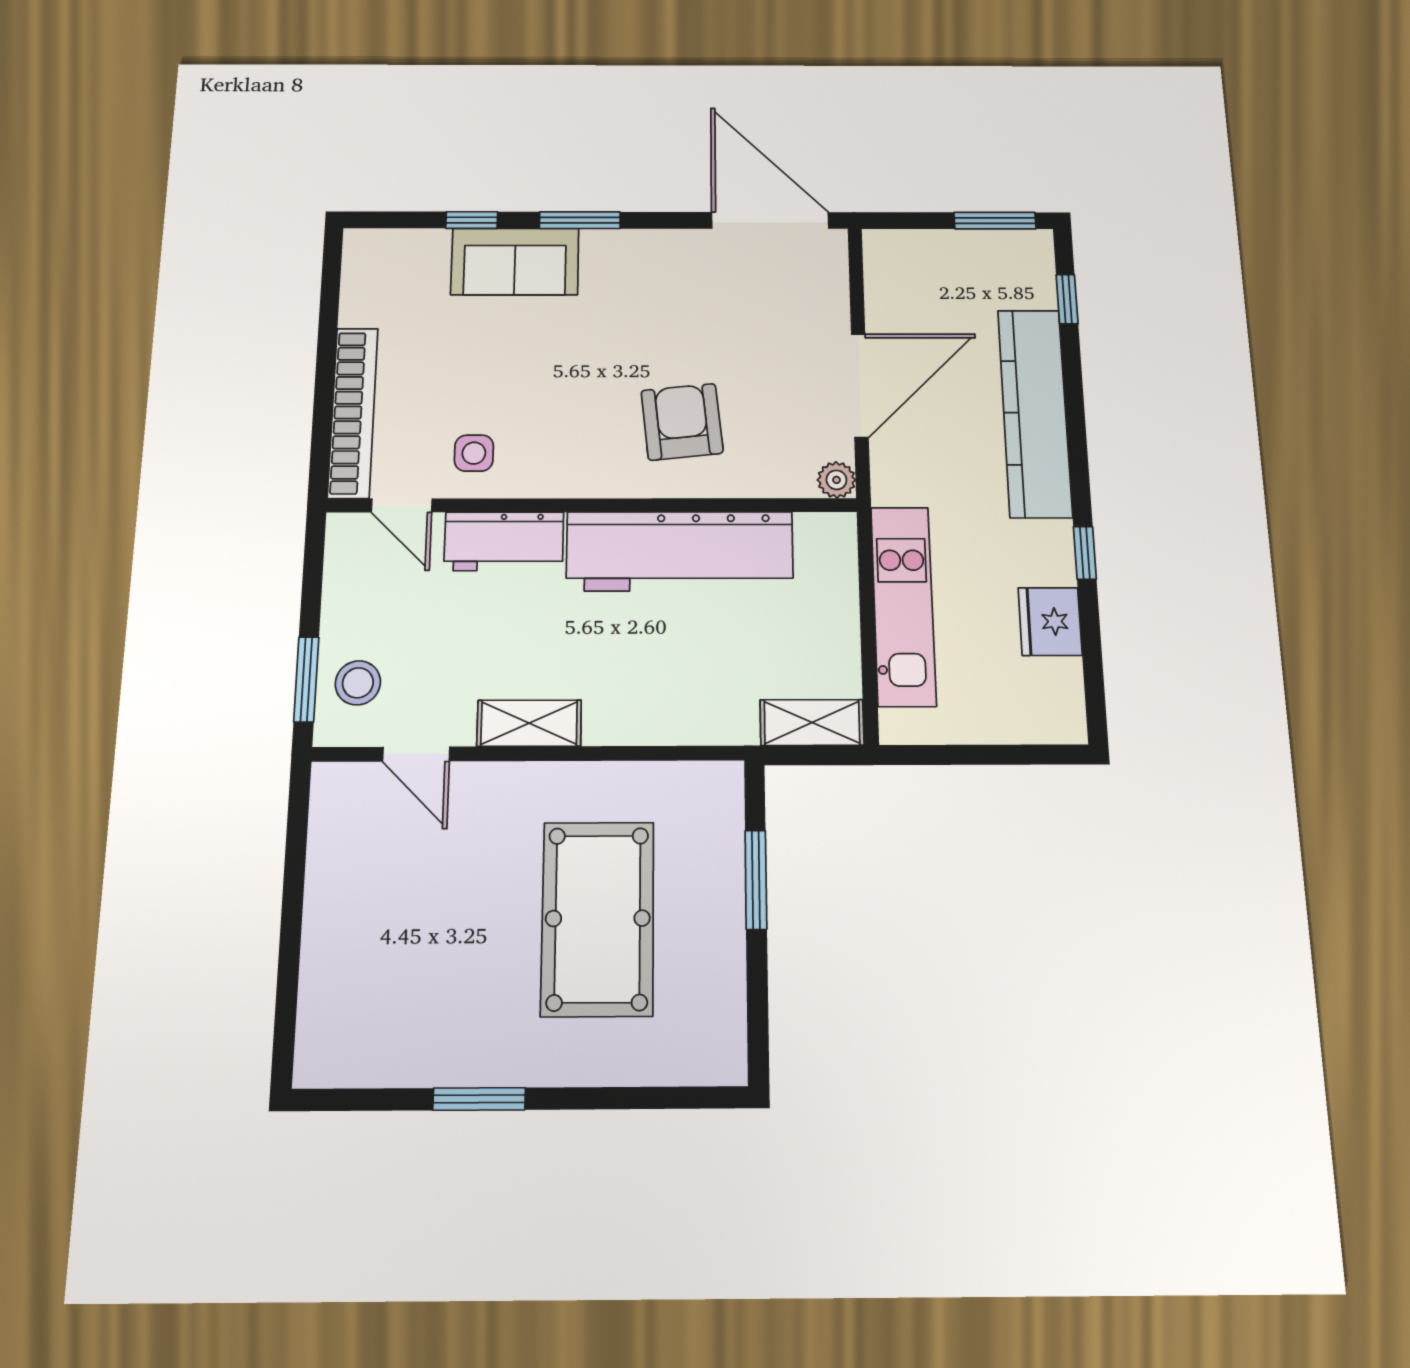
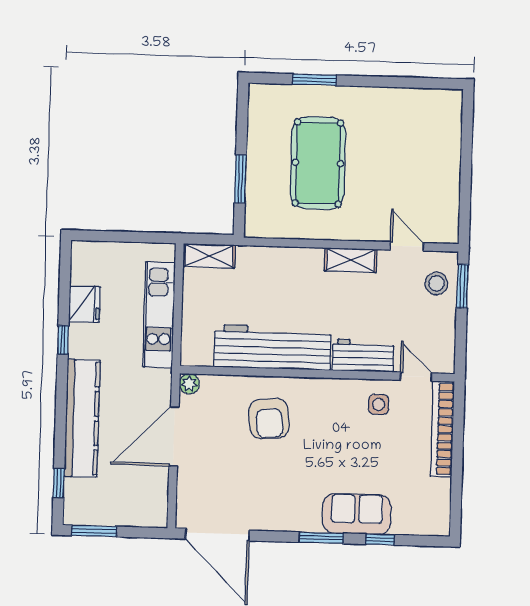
window: (479, 1099) -> (314, 80), moved

